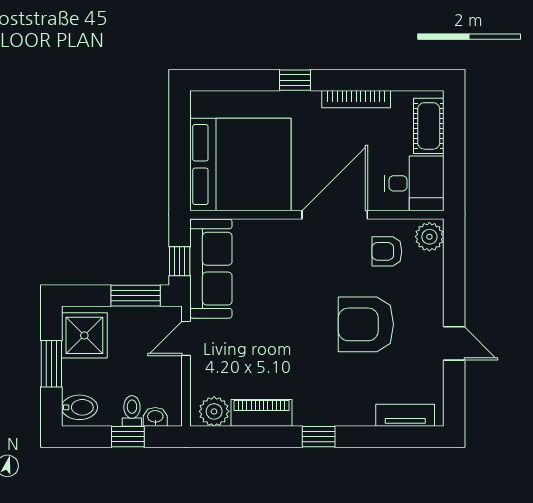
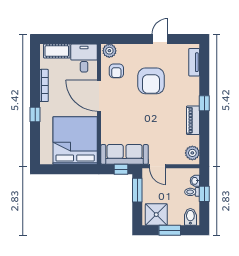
piano: (262, 413) -> (193, 120), moved

